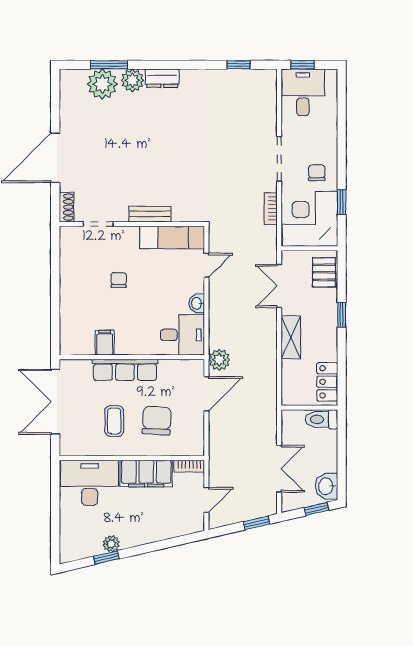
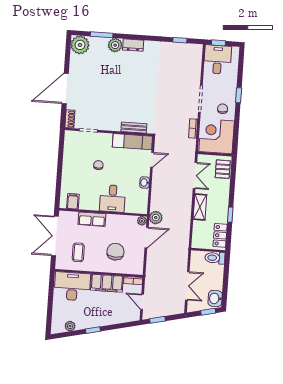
plant: (102, 84) -> (80, 45), moved
window: (342, 202) -> (239, 95), moved
bench: (150, 214) -> (134, 128), moved
double door: (279, 286) -> (195, 176), swing flipped
window: (342, 315) -> (230, 215), moved
desk: (183, 335) -> (113, 198), moved, turned 90
filing cabinet: (105, 343) -> (73, 201), moved
plant: (197, 367) -> (142, 221), added
row of seats: (125, 370) -> (92, 219), width x0.68
coffee table: (114, 421) -> (78, 252), moved
door: (206, 500) -> (142, 302), swing flipped
window: (257, 523) -> (157, 320), moved
plant: (111, 544) -> (70, 326), moved
window: (106, 558) -> (93, 330), moved

